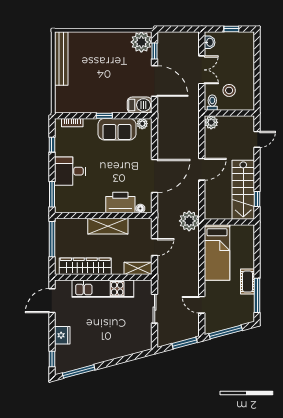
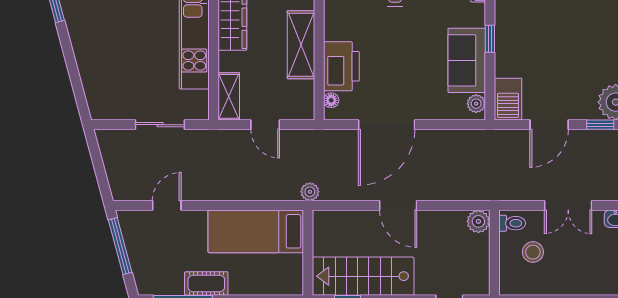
door: (155, 81) -> (549, 125), width x0.73
door: (155, 176) -> (387, 125), hinge flipped
plant: (189, 221) -> (310, 192), width x0.53, depth x0.53
window: (185, 343) -> (101, 176), removed

